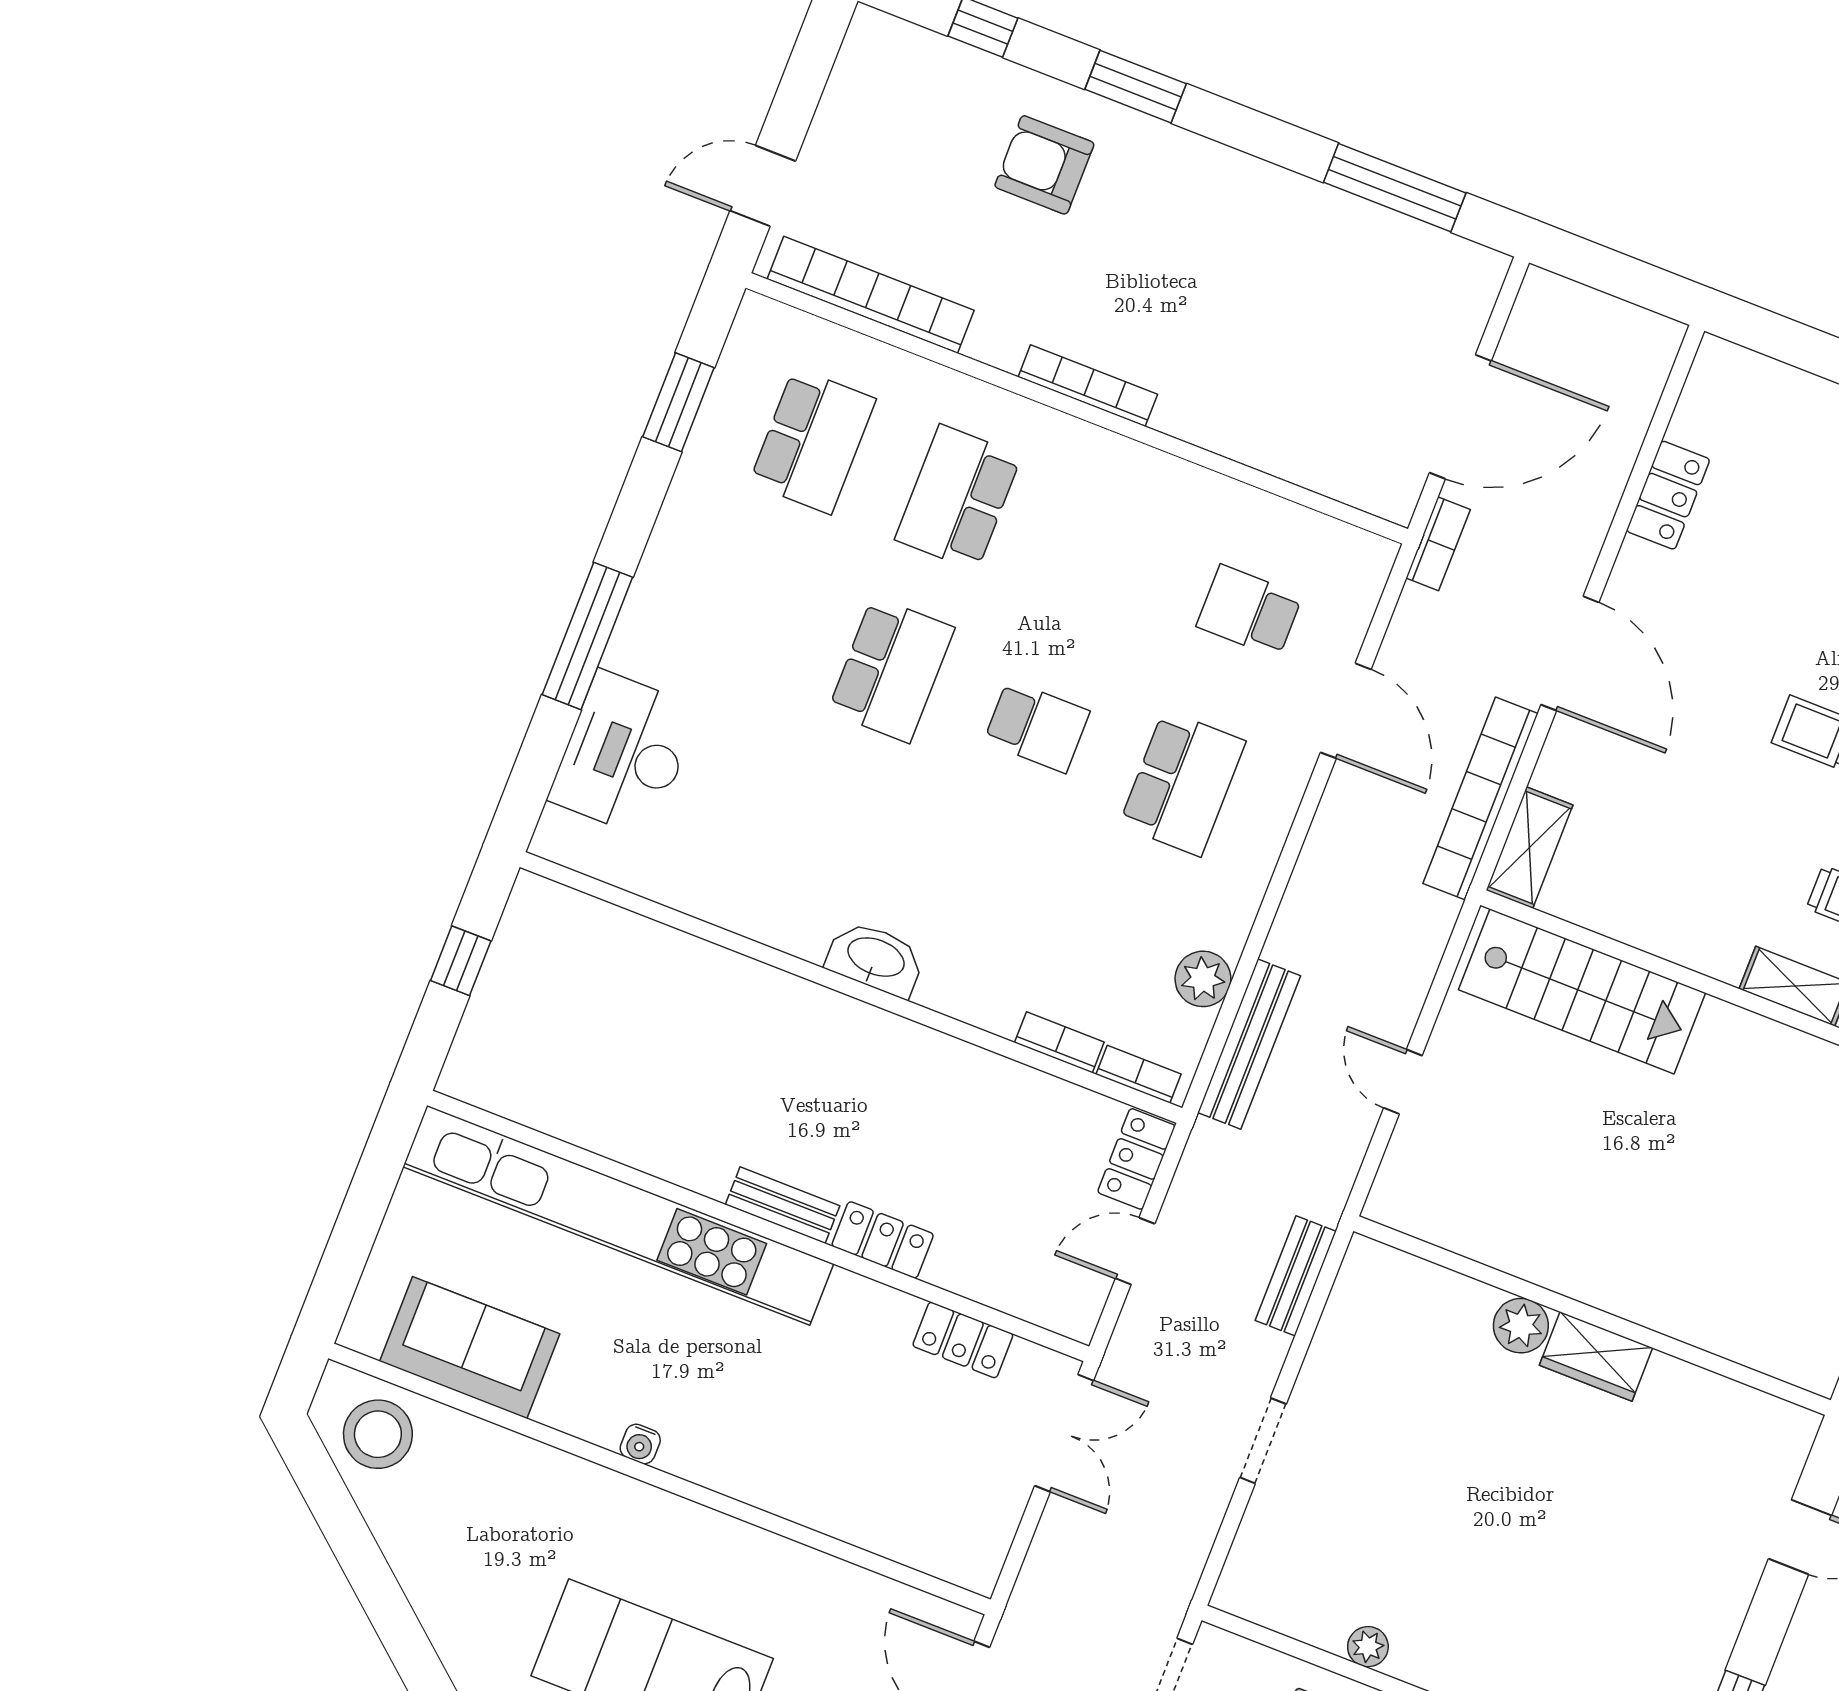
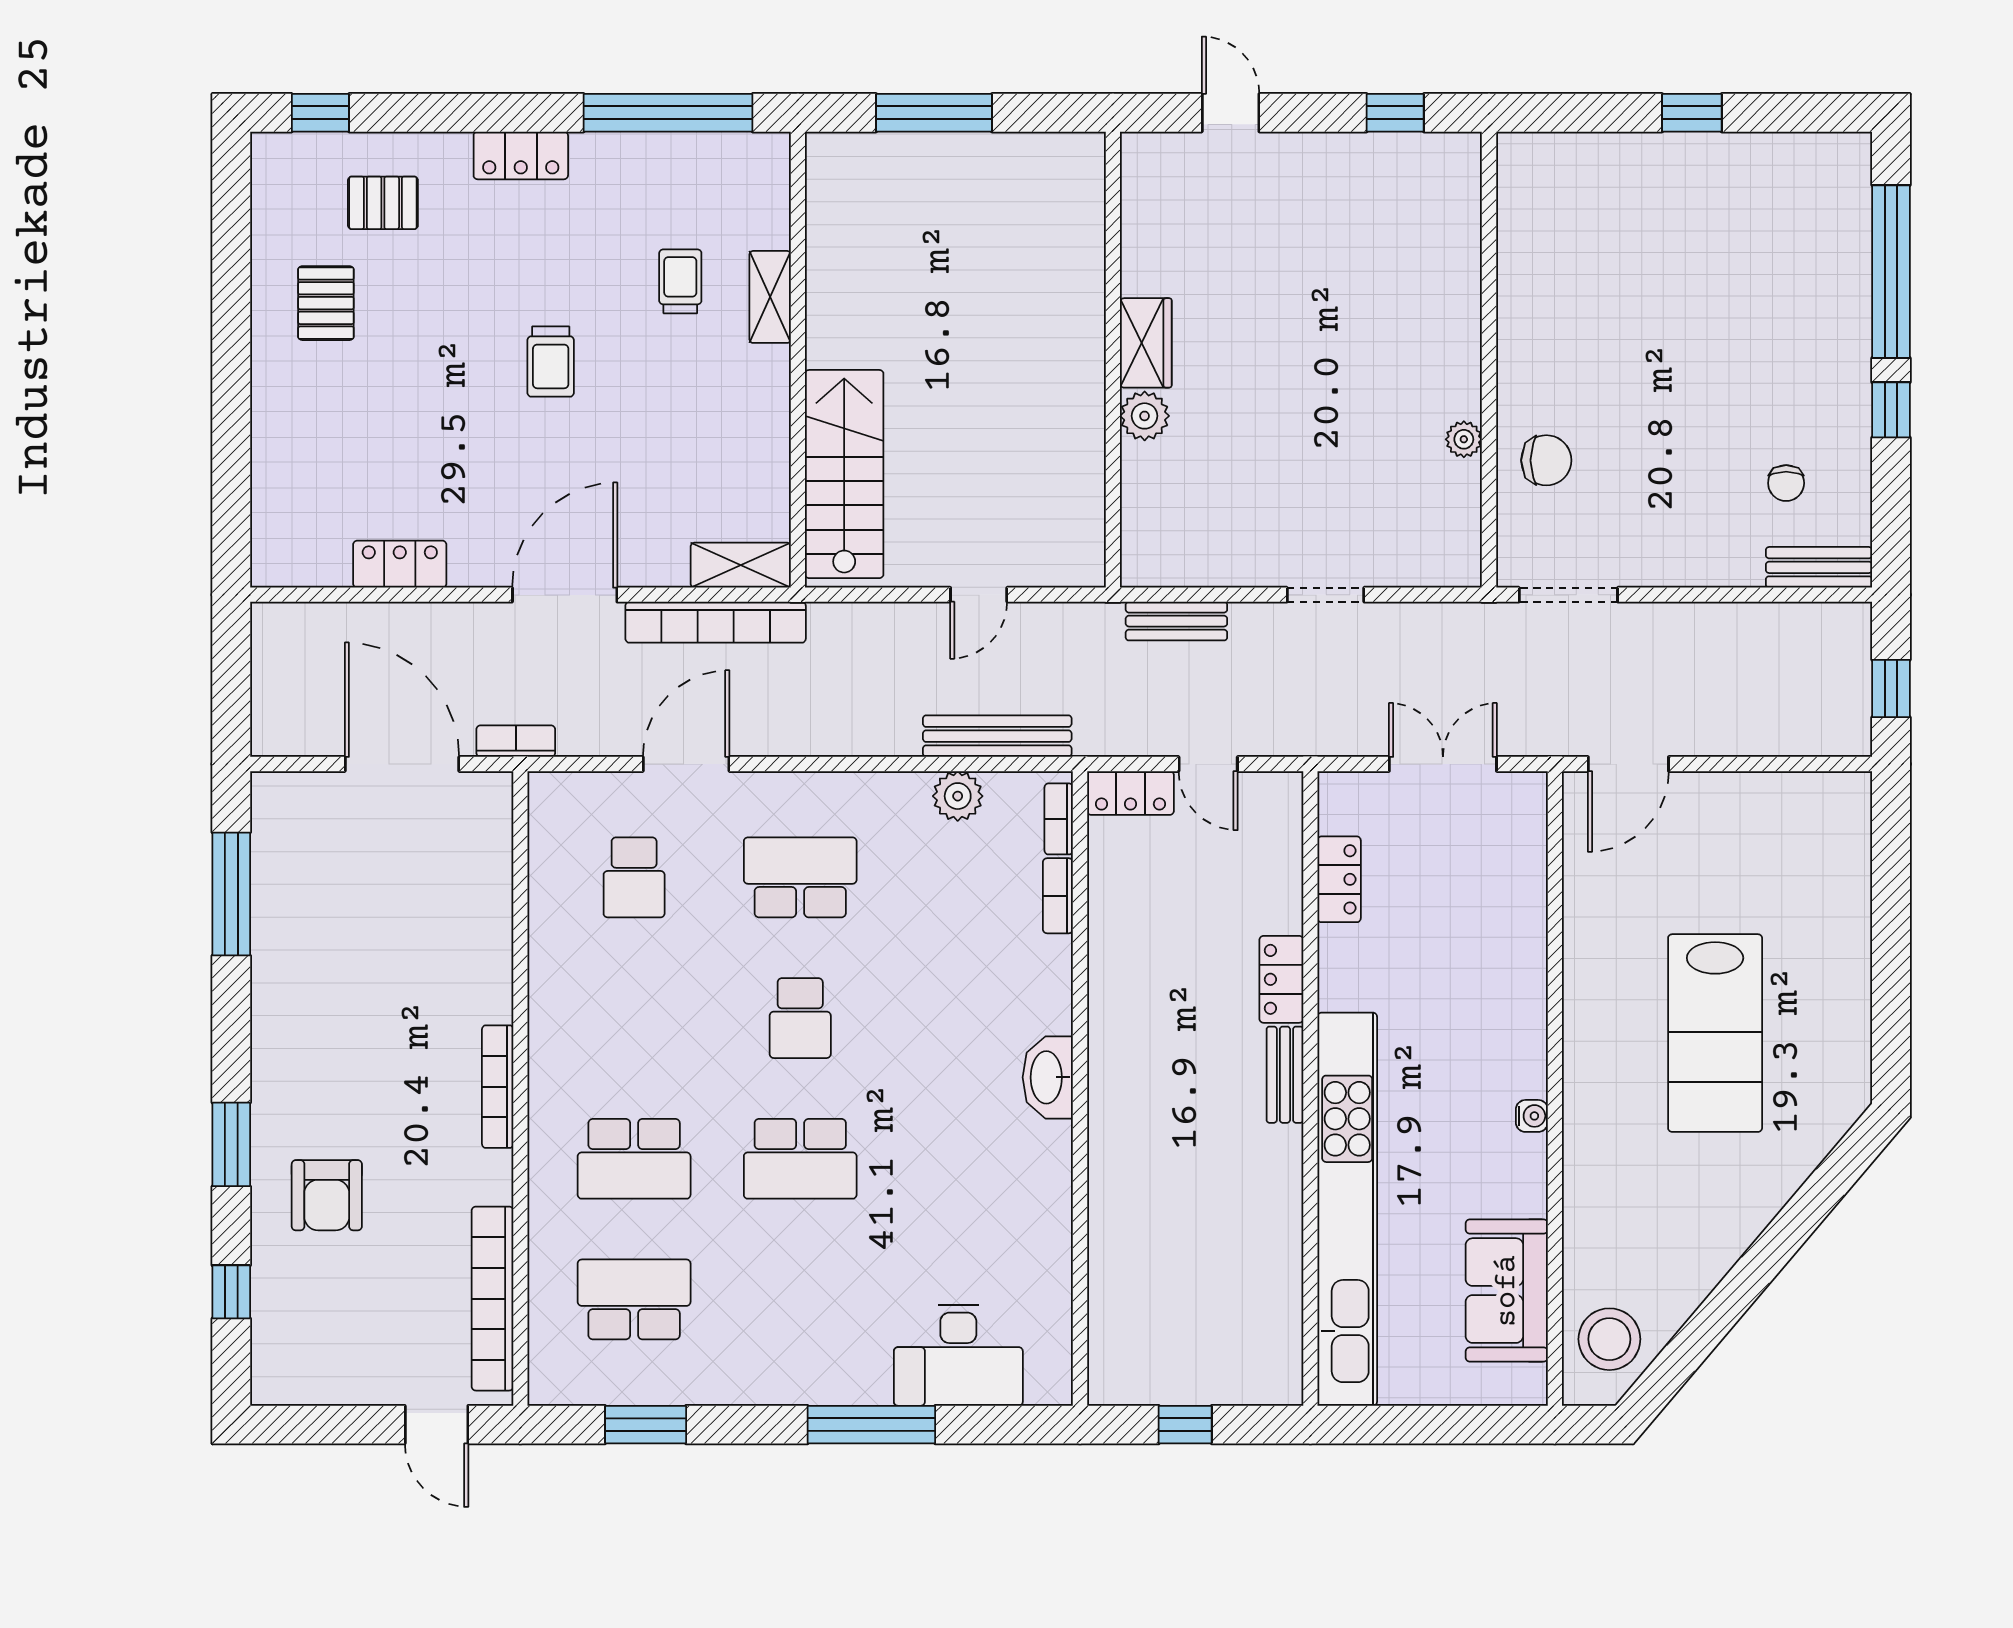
school desk: (891, 670) -> (800, 1159), turned 180
school desk: (1037, 726) -> (800, 1018), turned 180
double door: (1064, 1433) -> (1443, 764), moved

